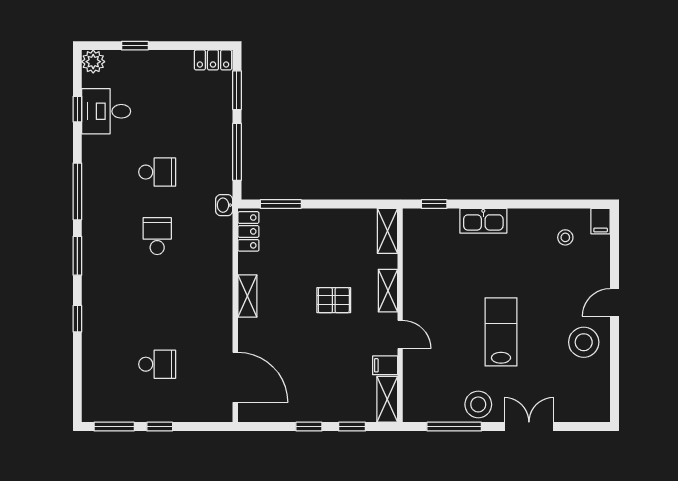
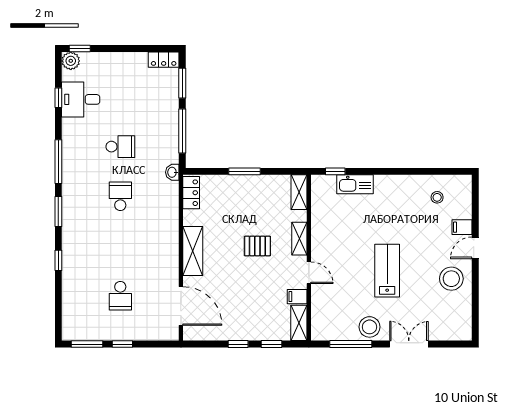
window: (135, 46) -> (80, 48), moved
window: (281, 204) -> (244, 171), moved
kitchen sink: (483, 221) -> (355, 184), moved
filing cabinet: (601, 221) -> (462, 227), moved, turned 90
shelving: (247, 296) -> (193, 251), width x1.50, depth x1.33
school desk: (157, 364) -> (120, 296), turned 90

